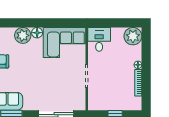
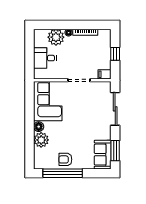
plant: (133, 36) -> (56, 37), moved
desk: (99, 39) -> (45, 58), moved
filing cabinet: (93, 103) -> (105, 74), added

